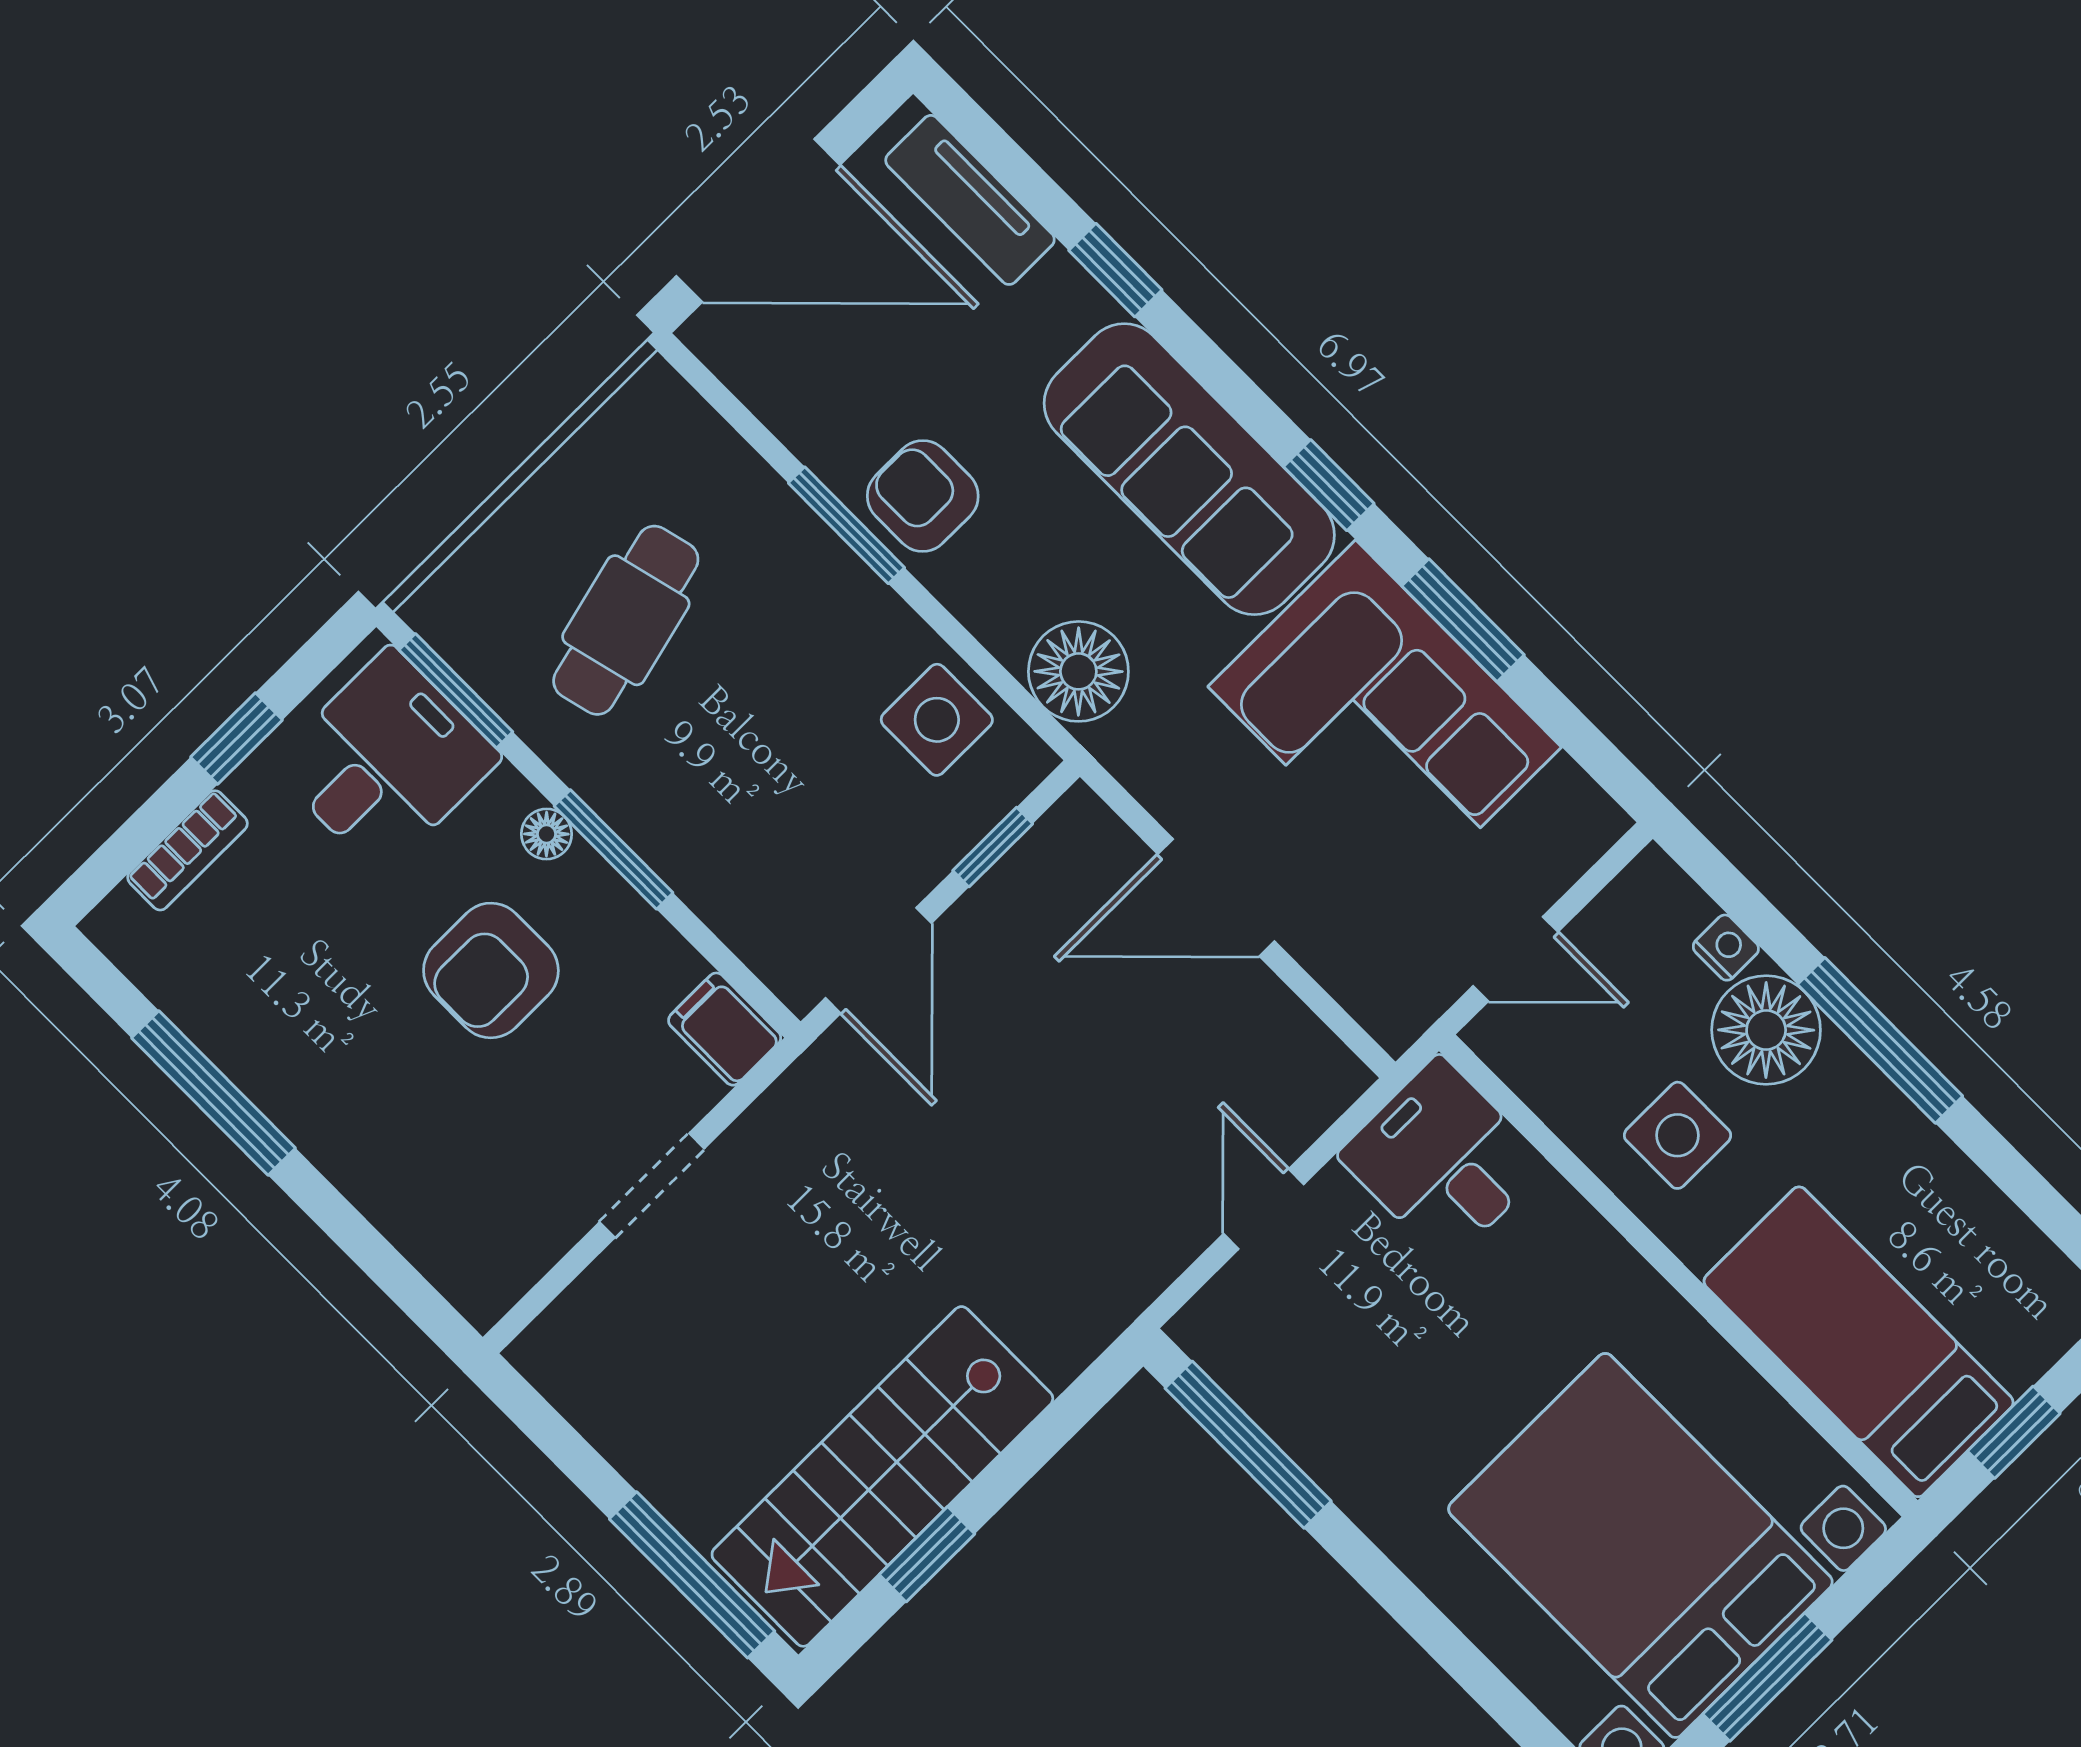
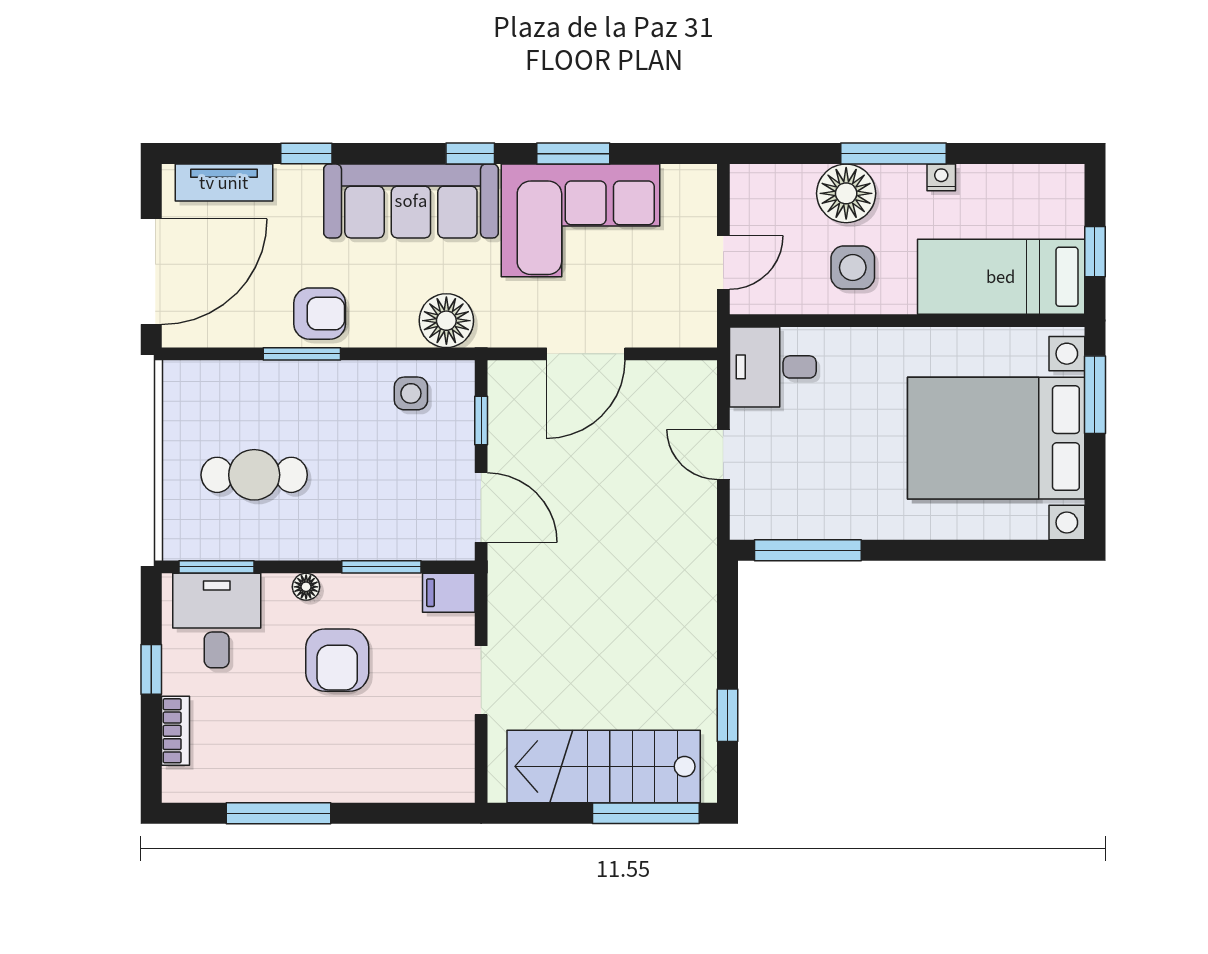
armchair: (923, 496) -> (320, 314), turned 180
cafe table: (626, 620) -> (254, 475), turned -76
side table: (937, 720) -> (411, 393), width x0.73, depth x0.73
window: (614, 849) -> (381, 567), moved
nightstand: (1726, 948) -> (941, 177), moved
stairs: (882, 1476) -> (604, 766), moved, turned 90
window: (1767, 1677) -> (1095, 395), moved

